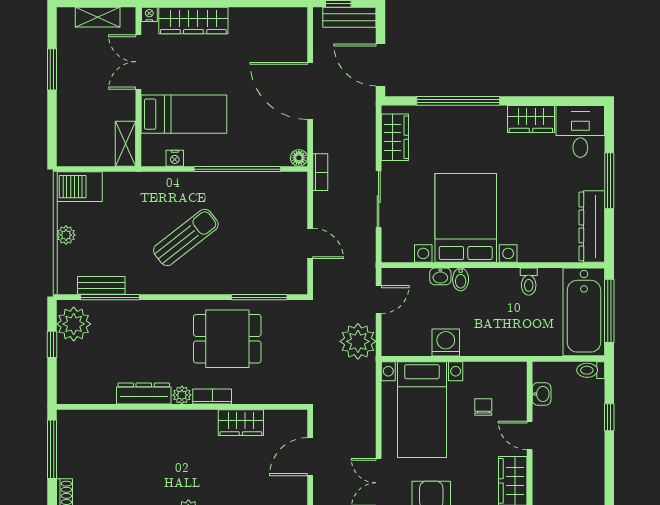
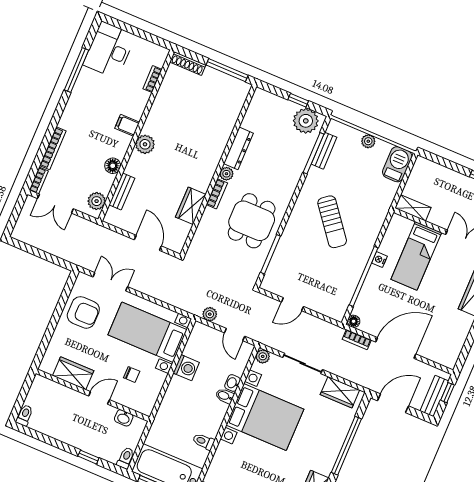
nightstand: (175, 158) -> (379, 260), moved
bookcase: (320, 172) -> (357, 340), moved
plant: (391, 253) -> (263, 356), added
plant: (358, 341) -> (210, 314), width x0.53, depth x0.53

